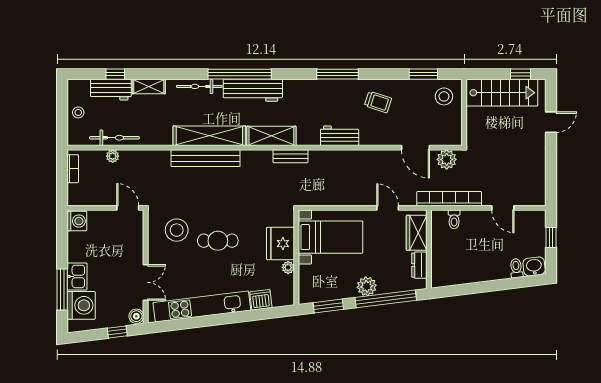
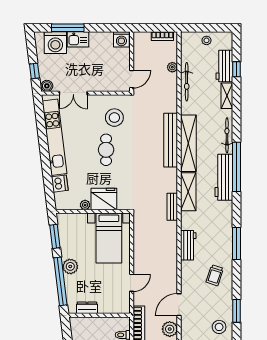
bicycle: (114, 138) -> (187, 82), moved
wardrobe: (417, 233) -> (112, 306), removed

